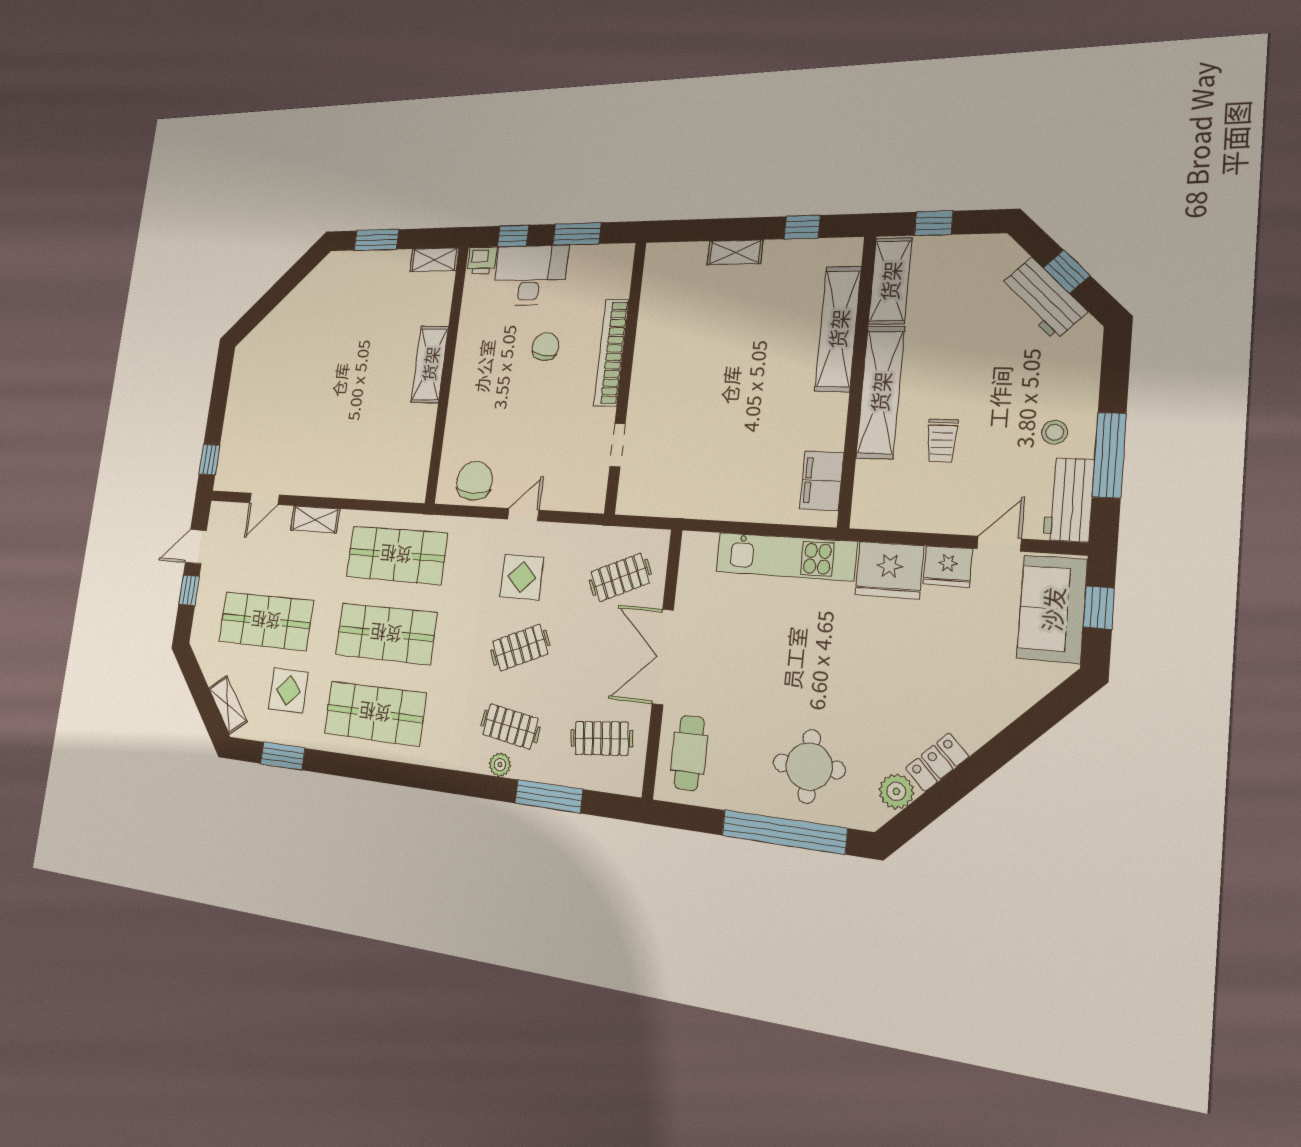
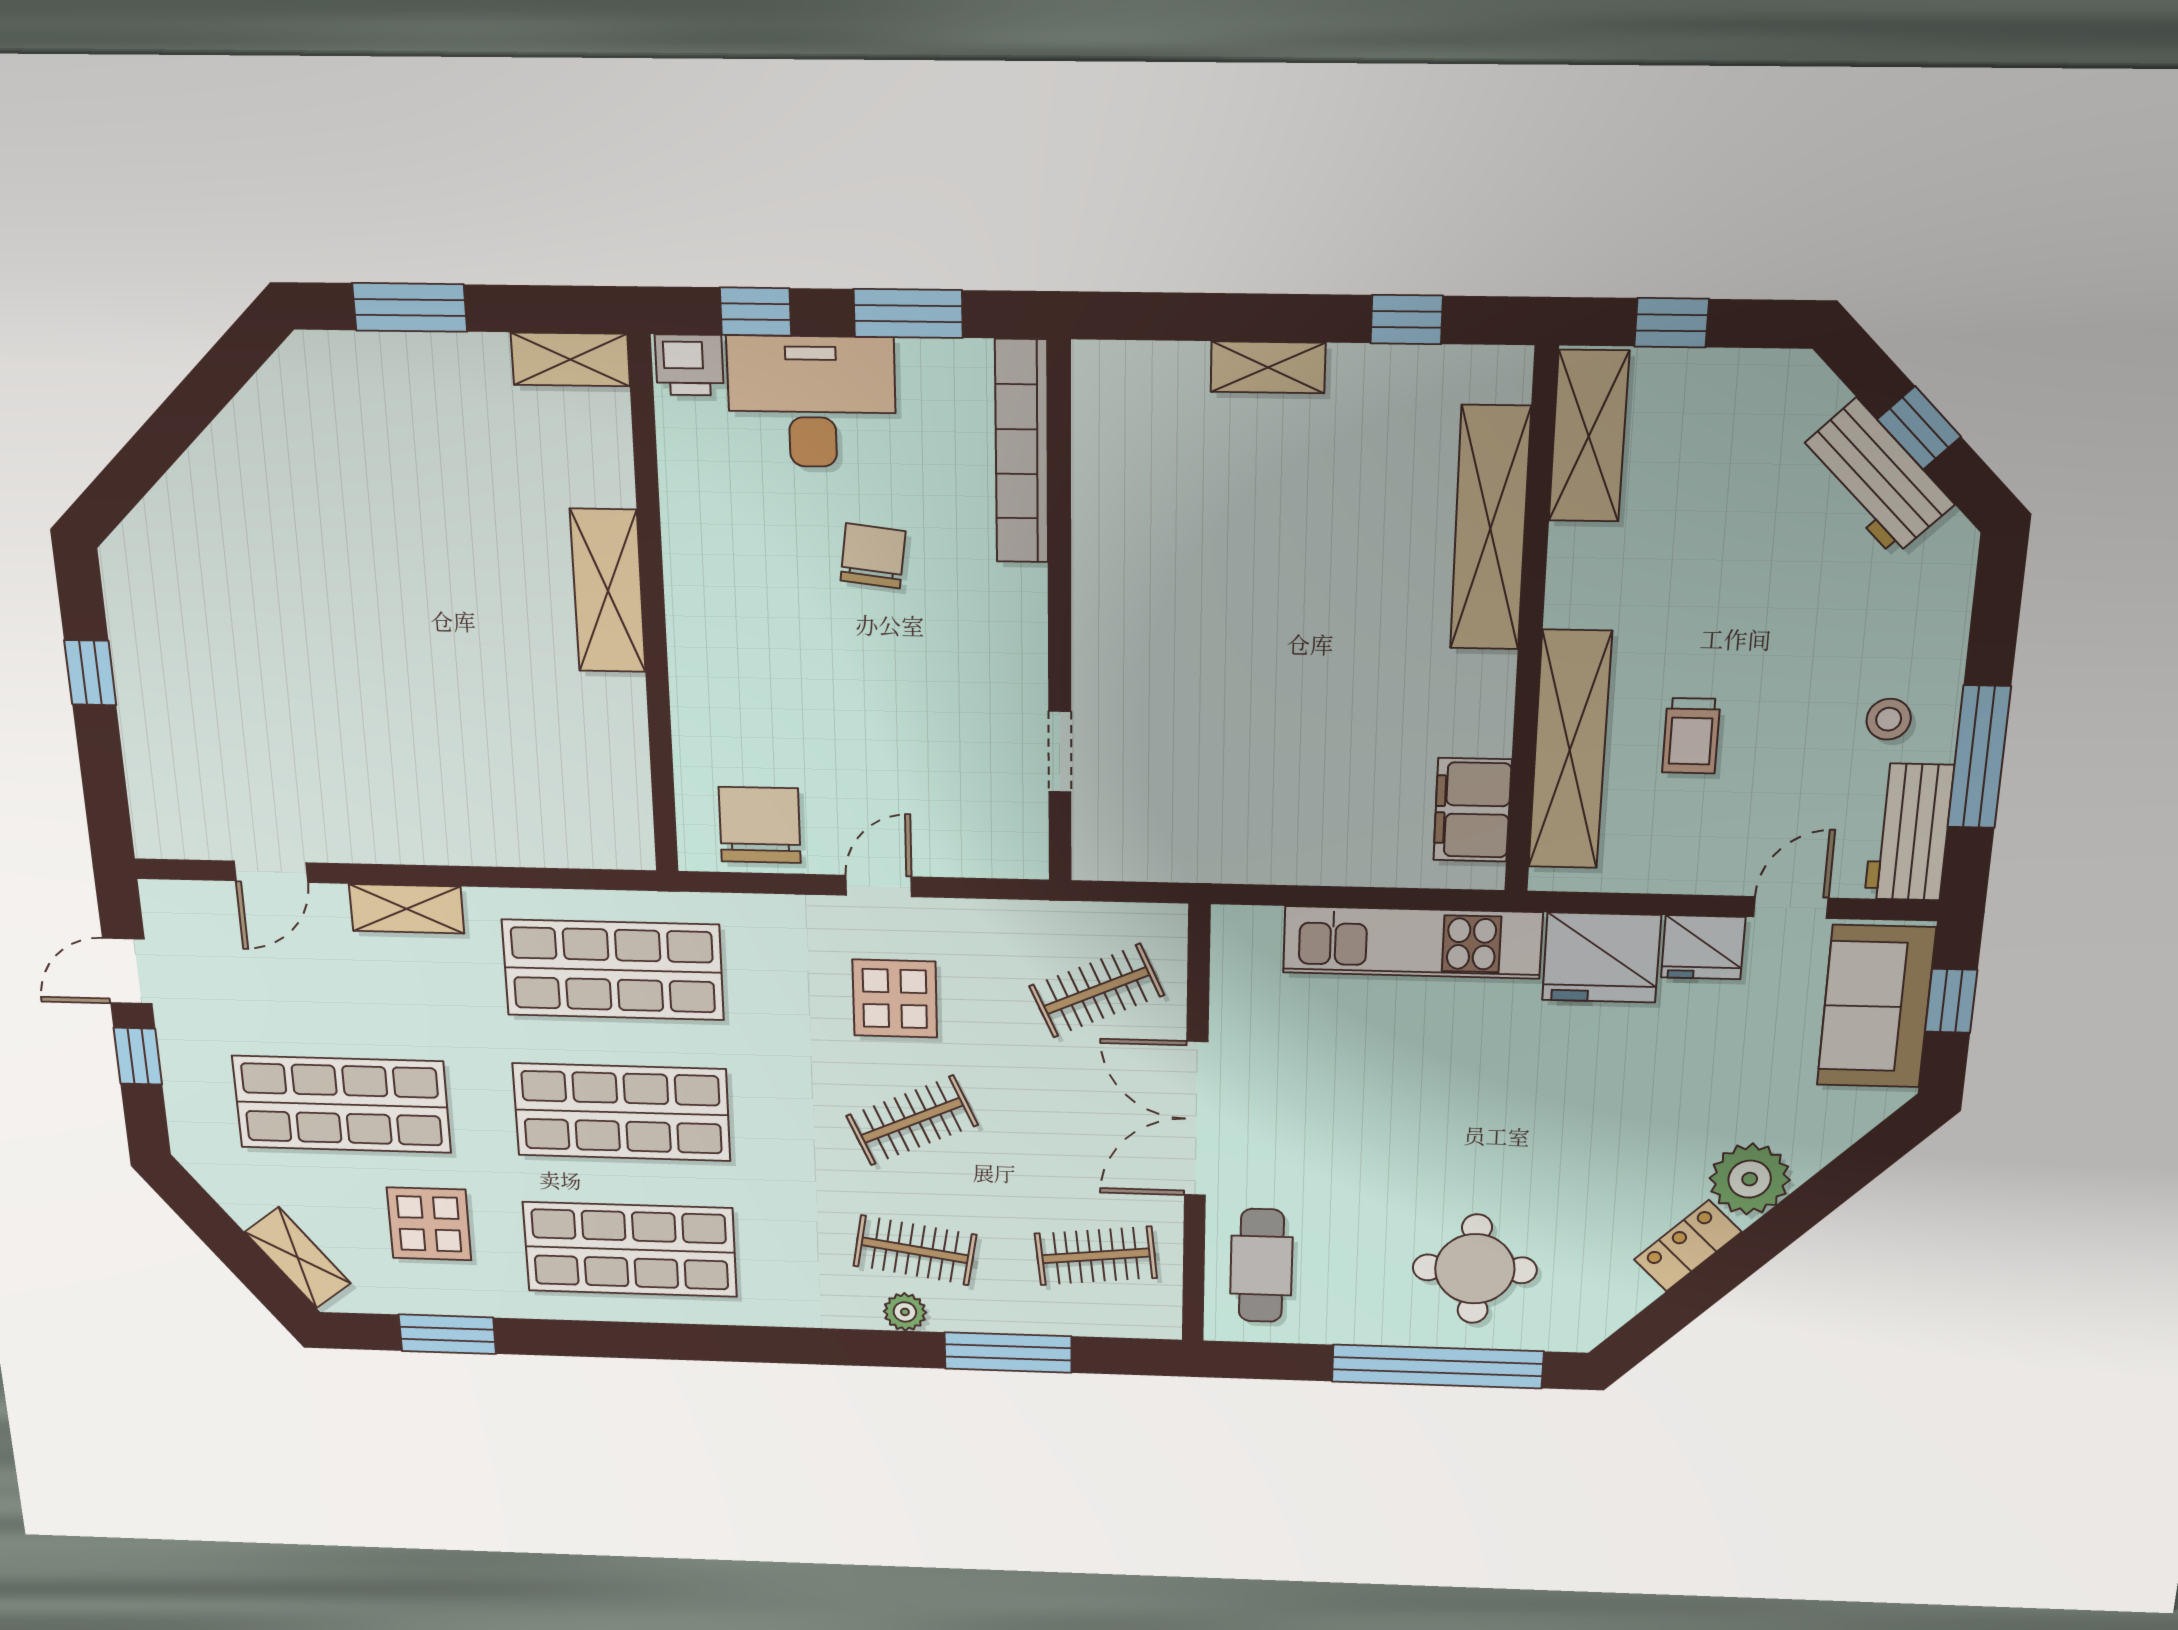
bookcase: (611, 353) -> (1022, 452), moved
shelving: (880, 392) -> (1570, 750), moved
window: (209, 460) -> (90, 673), moved
plant: (896, 791) -> (1750, 1179), moved, width x1.36, depth x1.36

